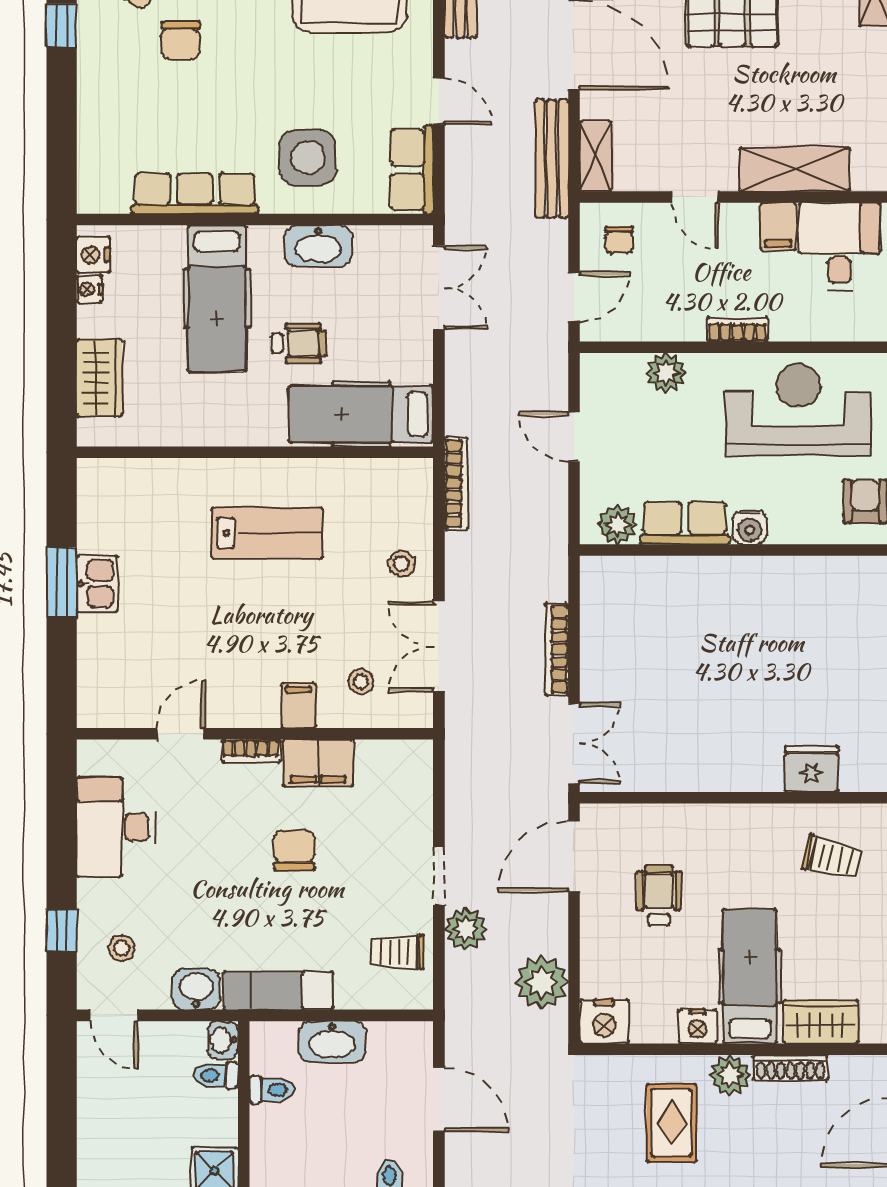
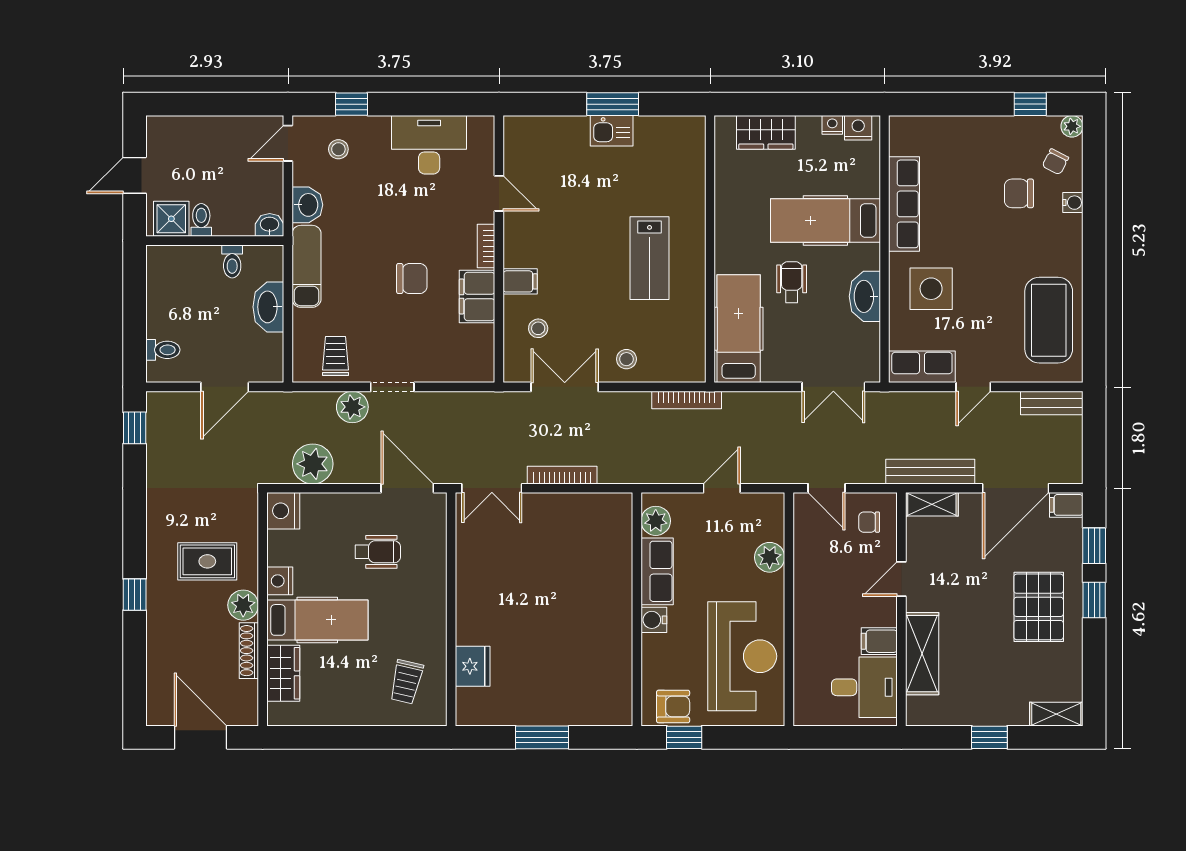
bookcase: (738, 329) -> (802, 611), removed
wheelchair: (299, 343) -> (792, 282), turned 180
toilet: (216, 1075) -> (201, 220), moved

